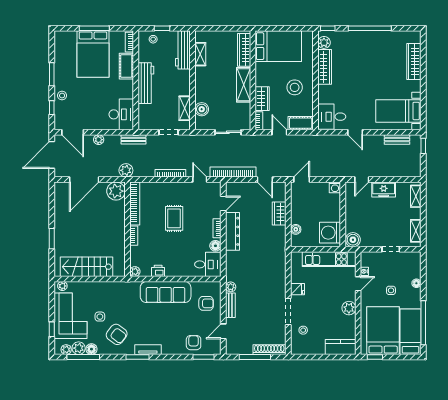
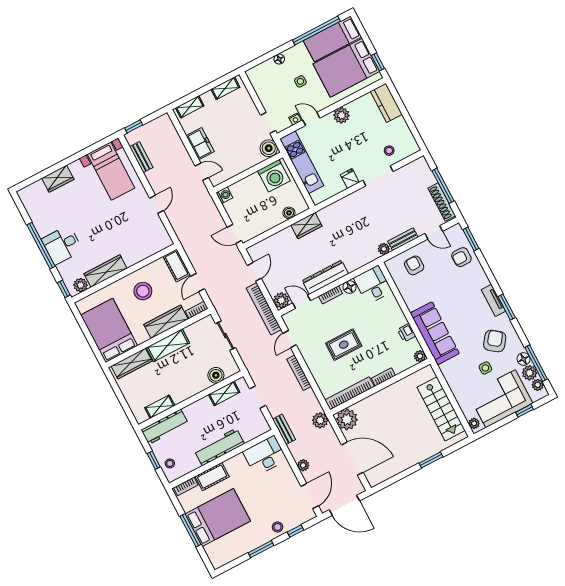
wardrobe: (414, 62) -> (58, 179), width x0.67
wardrobe: (262, 99) -> (166, 322), width x1.50
desk: (332, 117) -> (62, 245), moved, turned 90
plant: (232, 189) -> (281, 300), added
wardrobe: (279, 214) -> (306, 226), moved
doorway: (391, 249) -> (268, 123), moved
sofa: (166, 292) -> (435, 333), moved
shoe rack: (269, 350) -> (442, 202), moved

